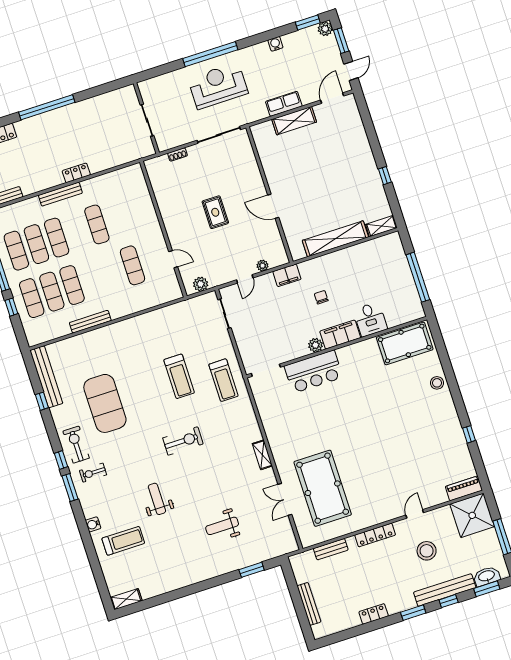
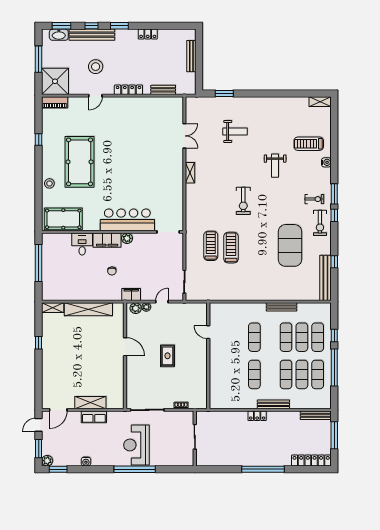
reception desk: (218, 86) -> (136, 445), turned 90
exercise mat: (132, 265) -> (254, 337), moved
plant: (201, 284) -> (136, 308), moved
bar counter: (314, 372) -> (127, 220), width x1.36
treadmill: (223, 380) -> (211, 246), moved
exercise bike: (183, 441) -> (243, 201), turned -90
pool table: (323, 488) -> (80, 162), moved

